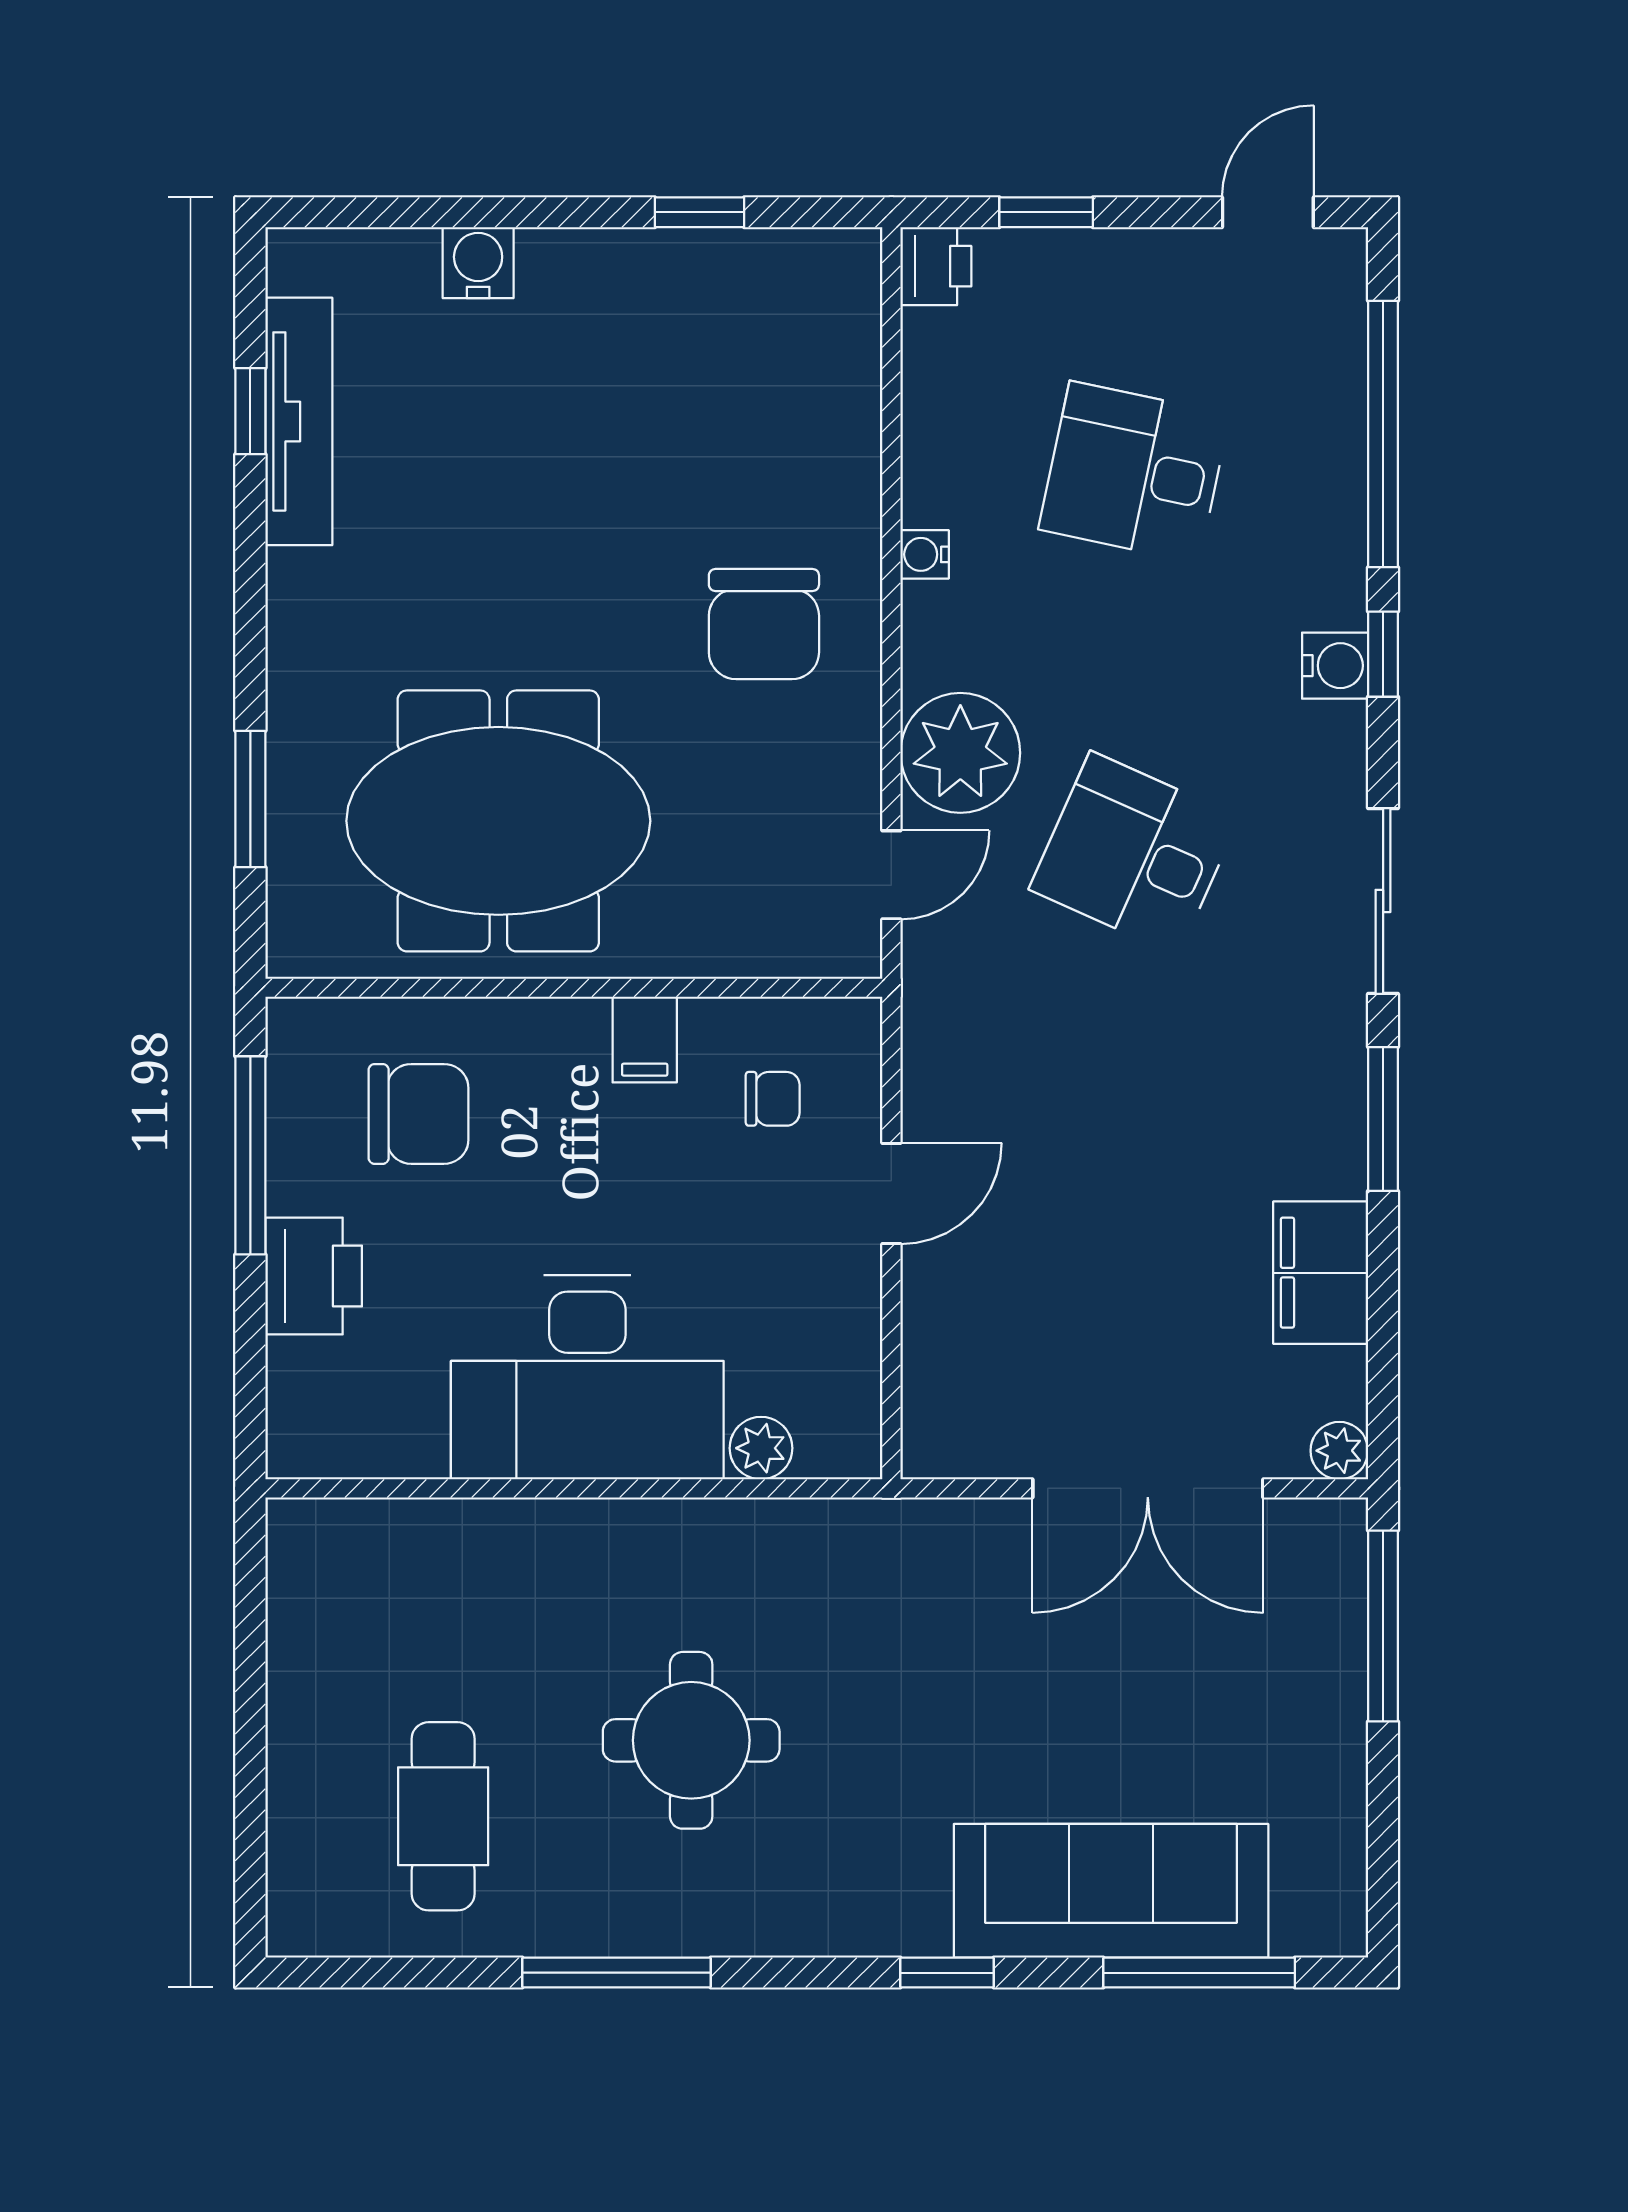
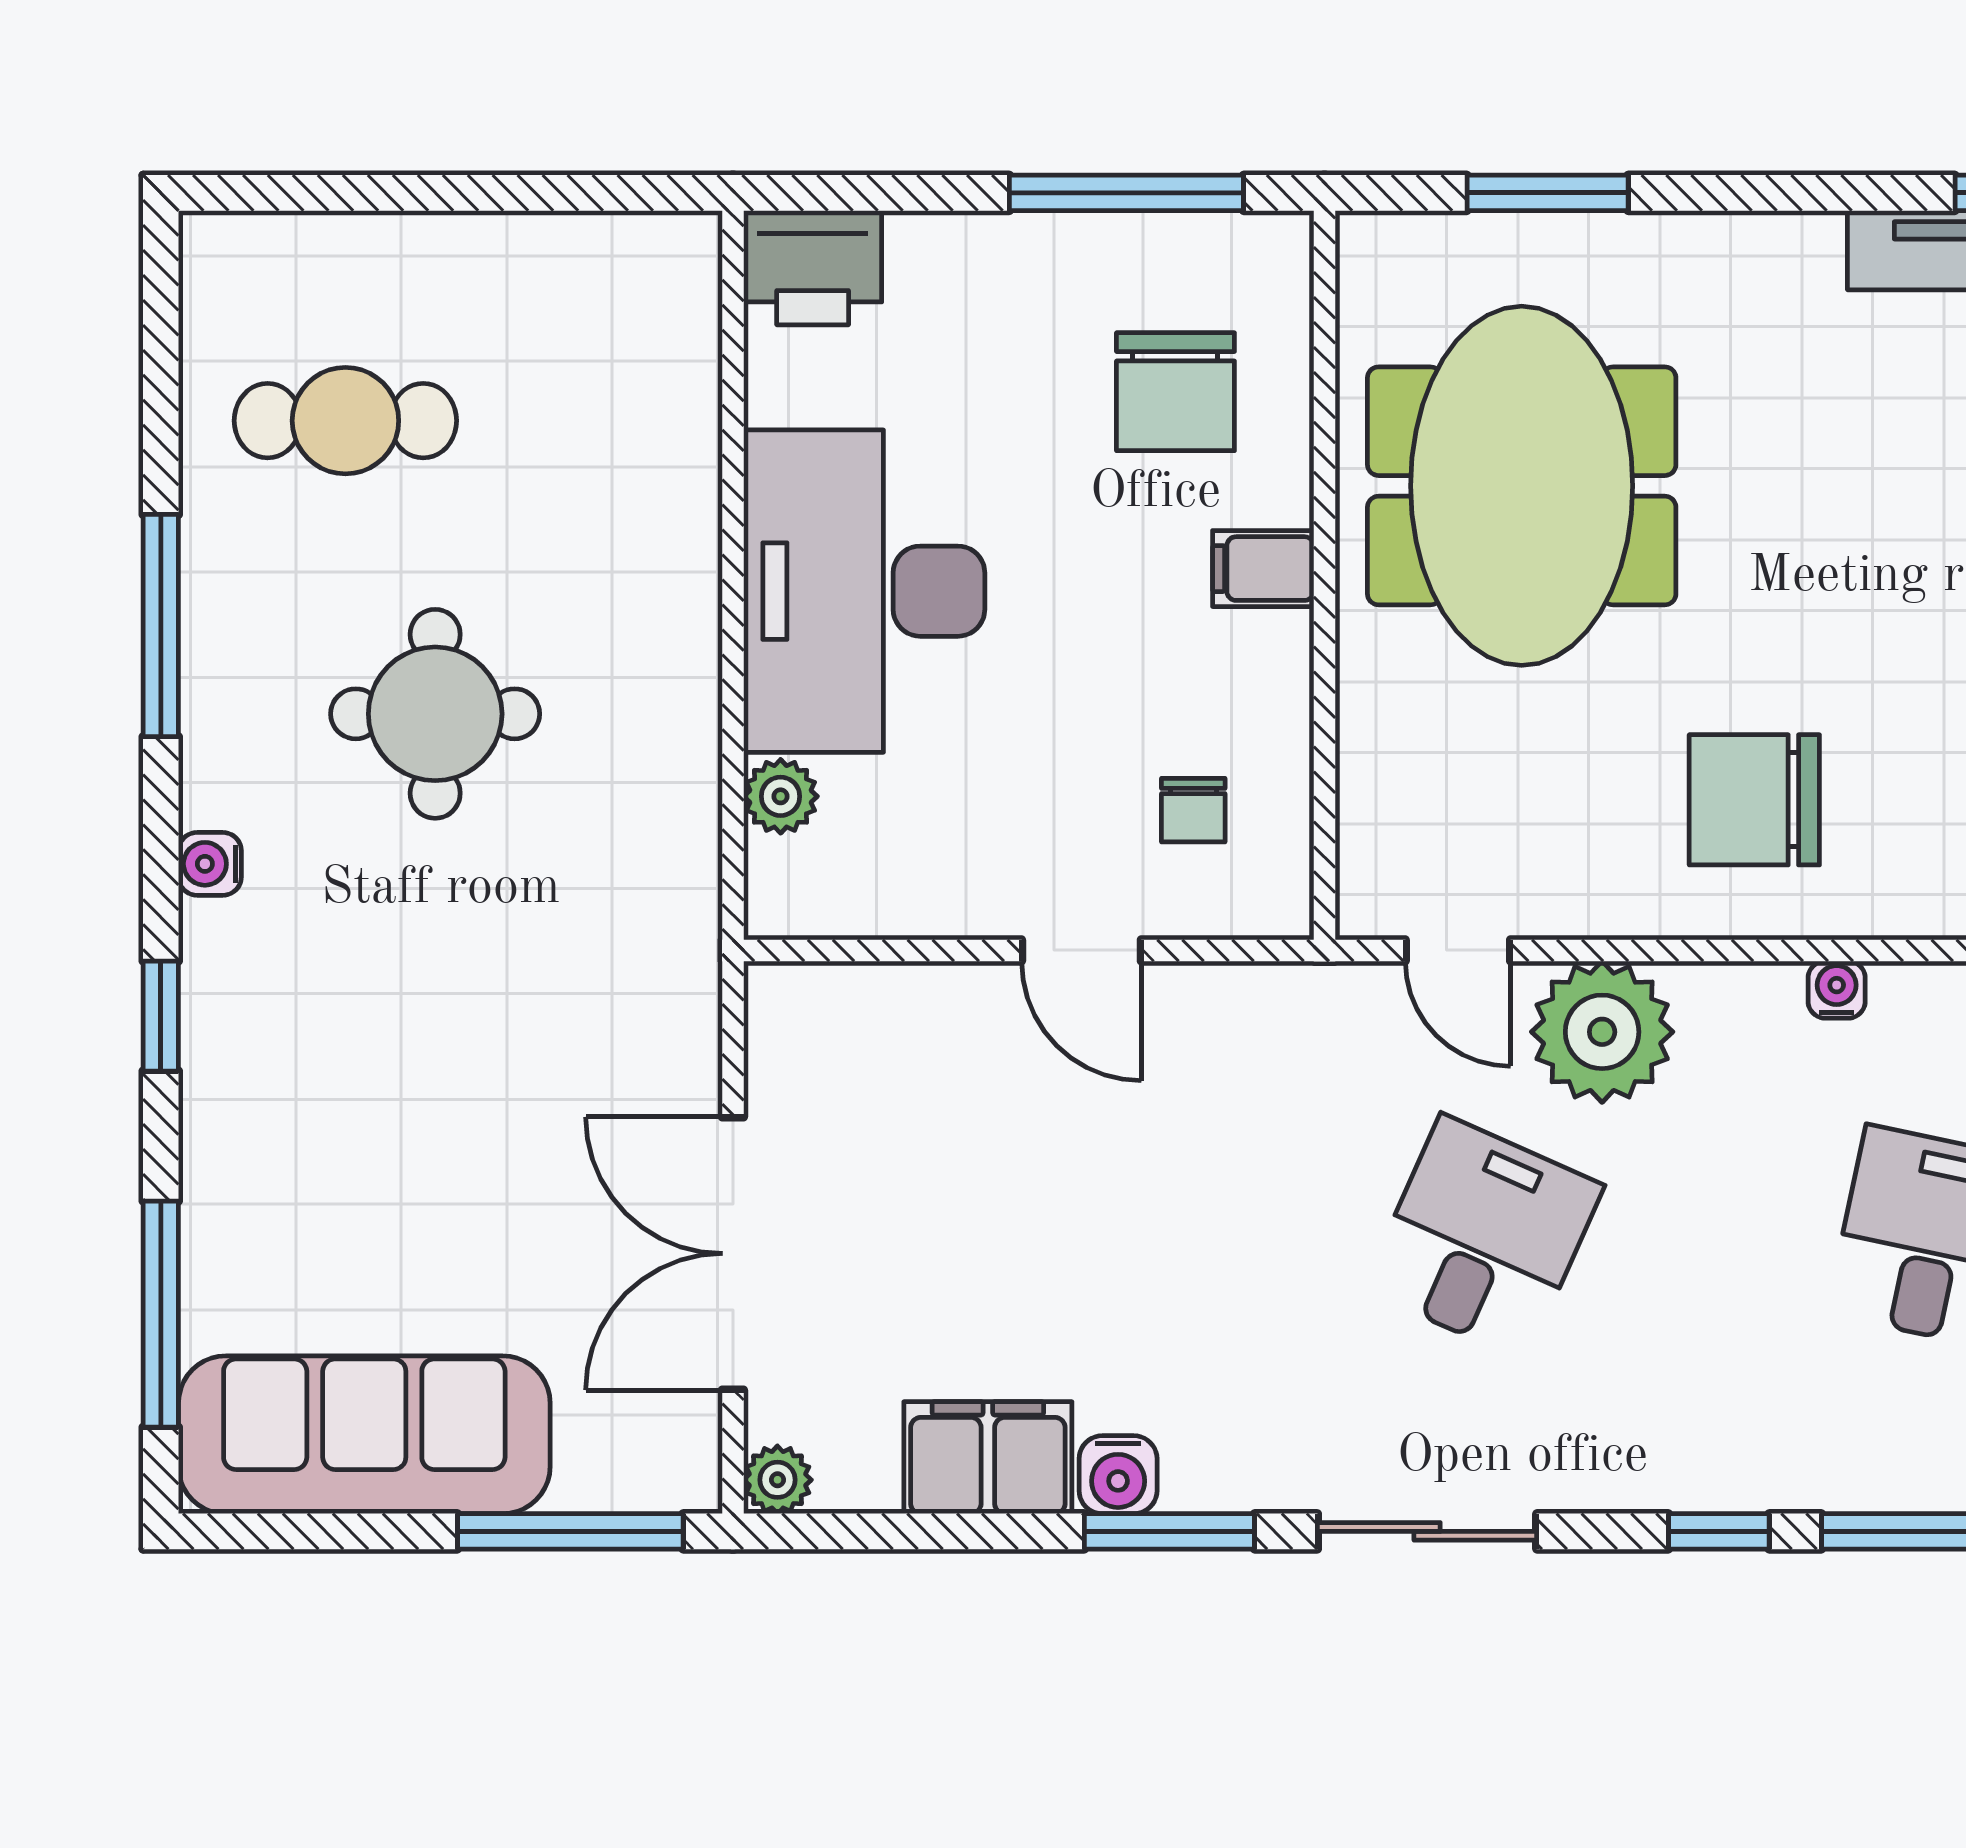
water cooler: (1335, 666) -> (1118, 1475), moved
filing cabinet: (645, 1040) -> (1263, 569), moved
printer: (314, 1276) -> (813, 268), moved
sofa: (1111, 1891) -> (364, 1435), moved, turned -90
water cooler: (818, 1931) -> (210, 864), added

